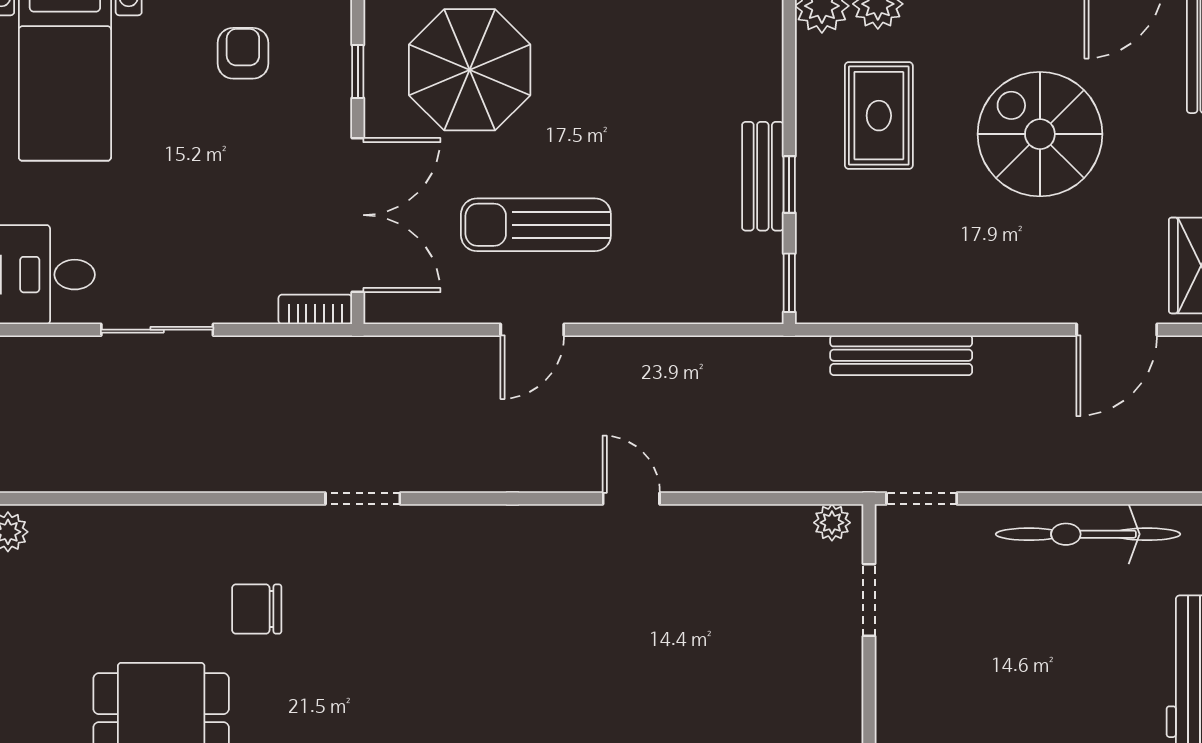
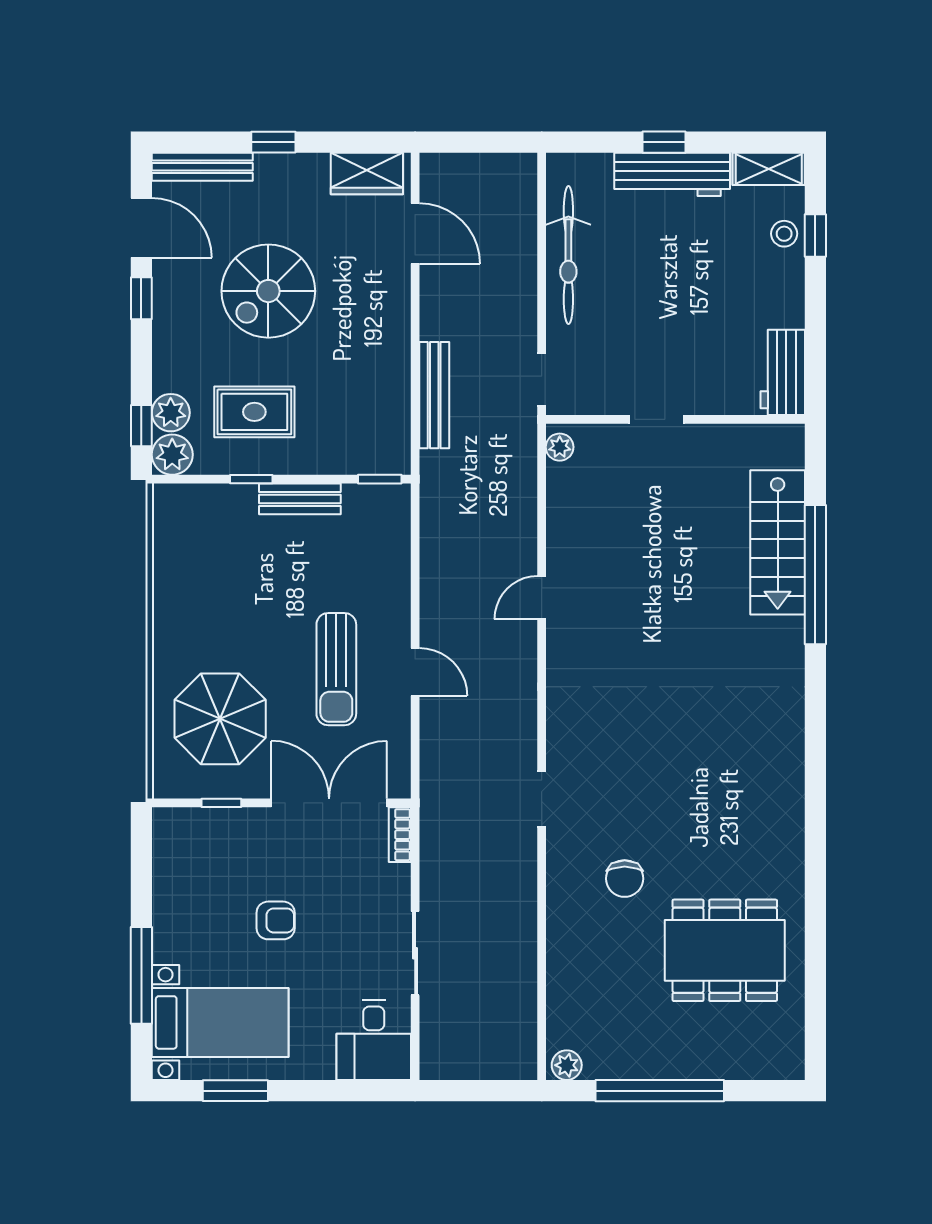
armchair: (243, 53) -> (276, 920), moved, turned 180
window: (789, 185) -> (251, 479), moved
doorway: (869, 600) -> (656, 419), moved

